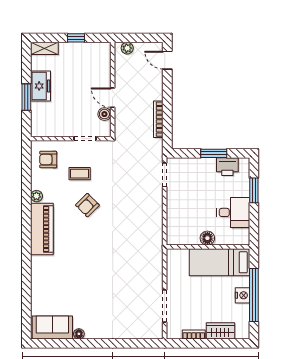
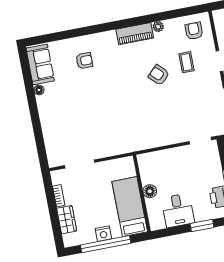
piano: (42, 229) -> (135, 34), width x0.73, depth x0.75
armchair: (57, 280) -> (84, 61), added

